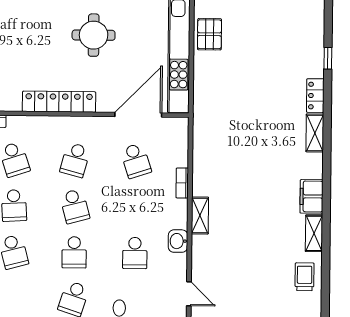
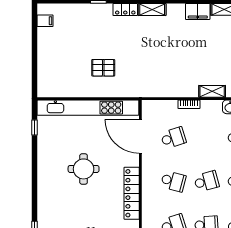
pallet: (209, 34) -> (103, 68), moved

